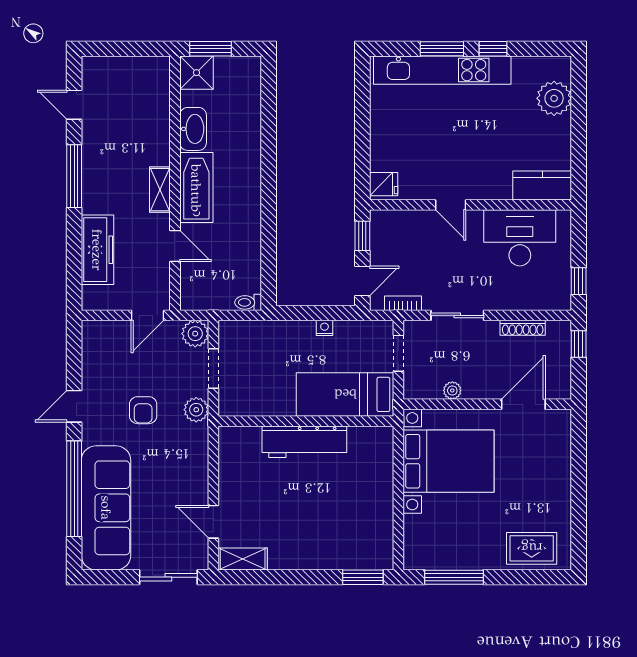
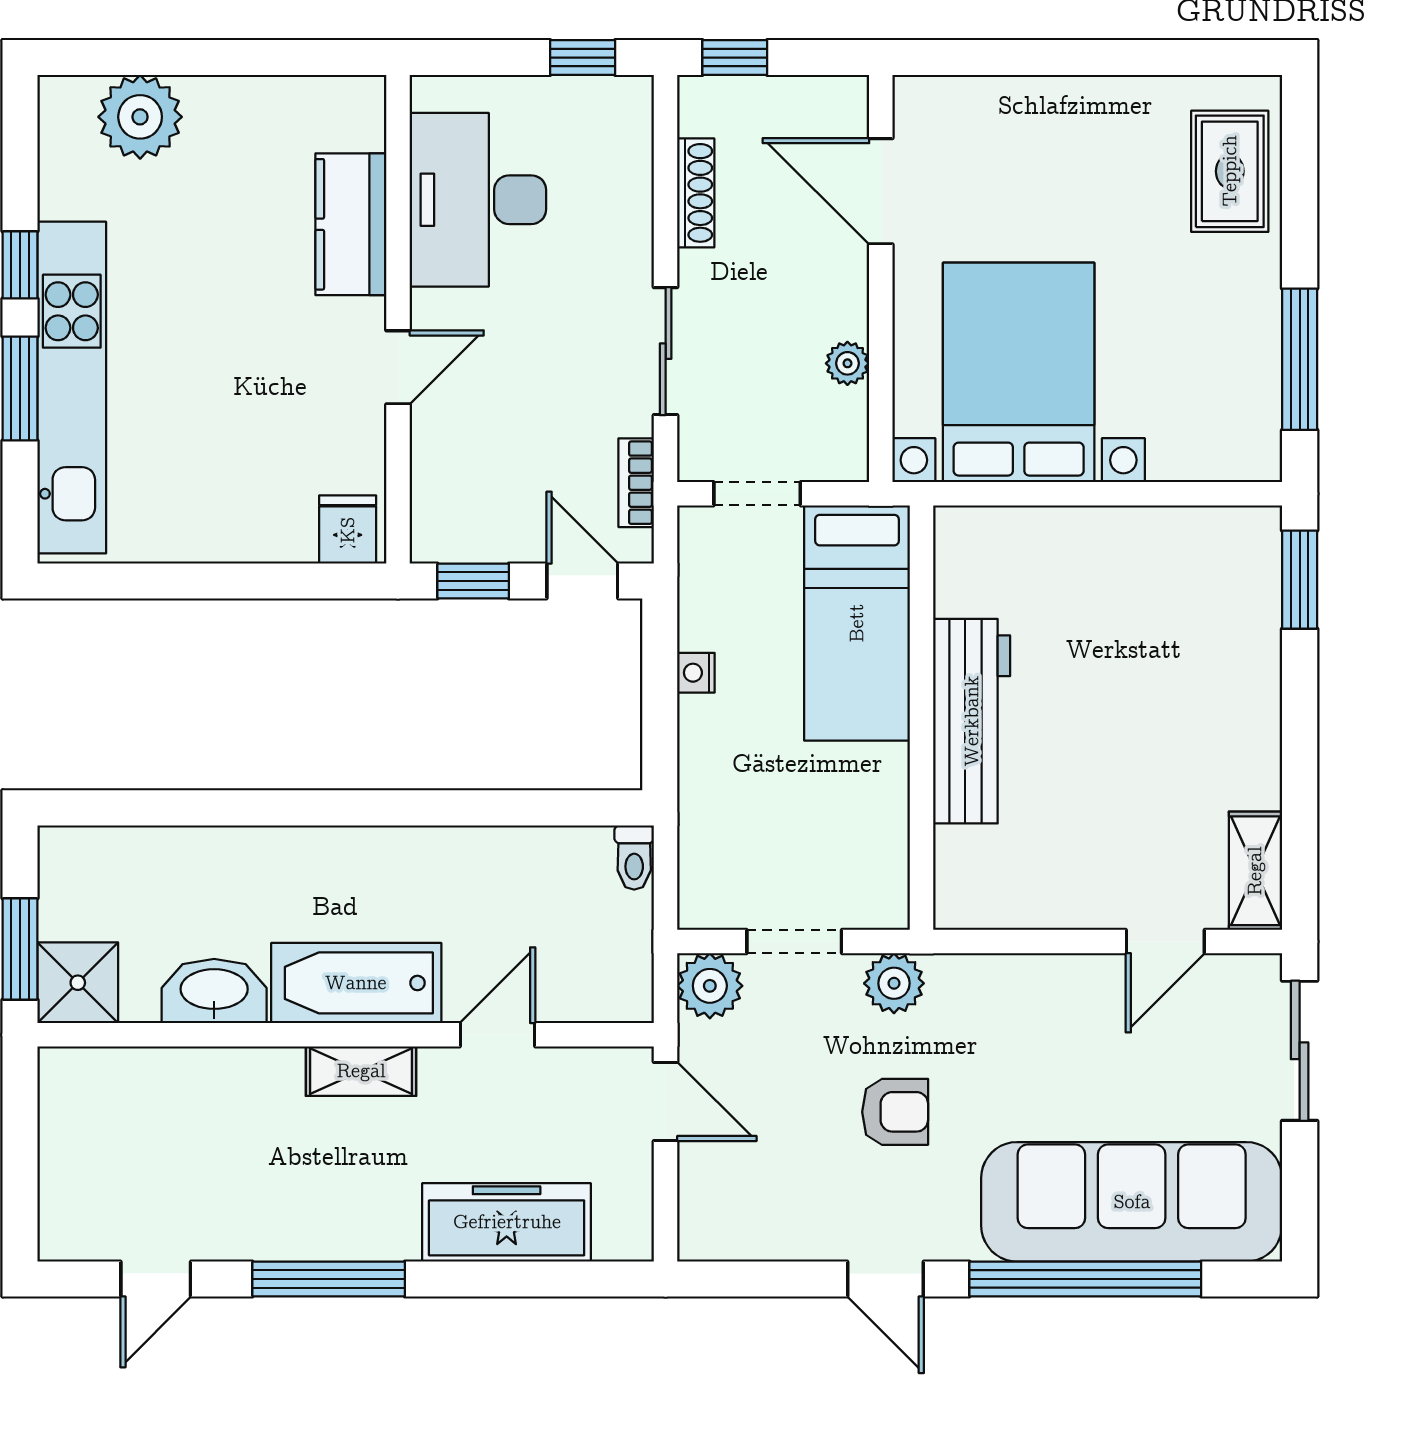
kitchen counter: (542, 185) -> (351, 224), moved

